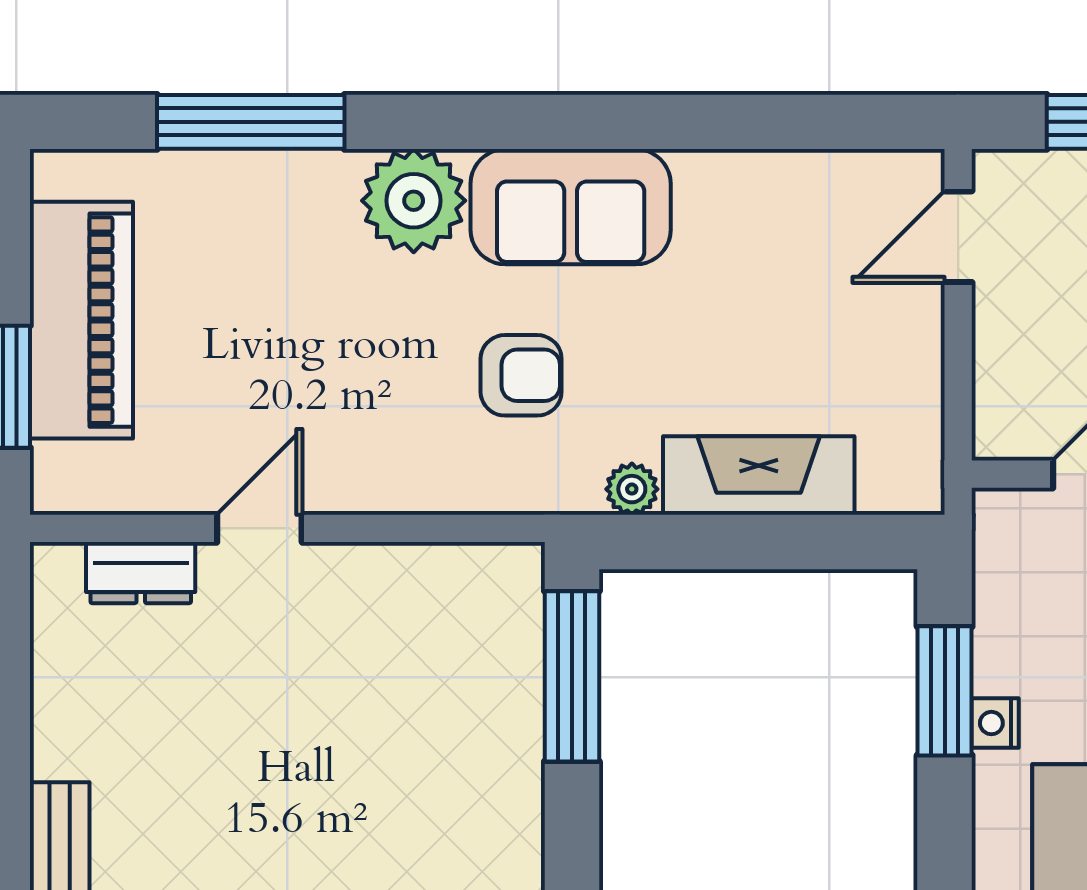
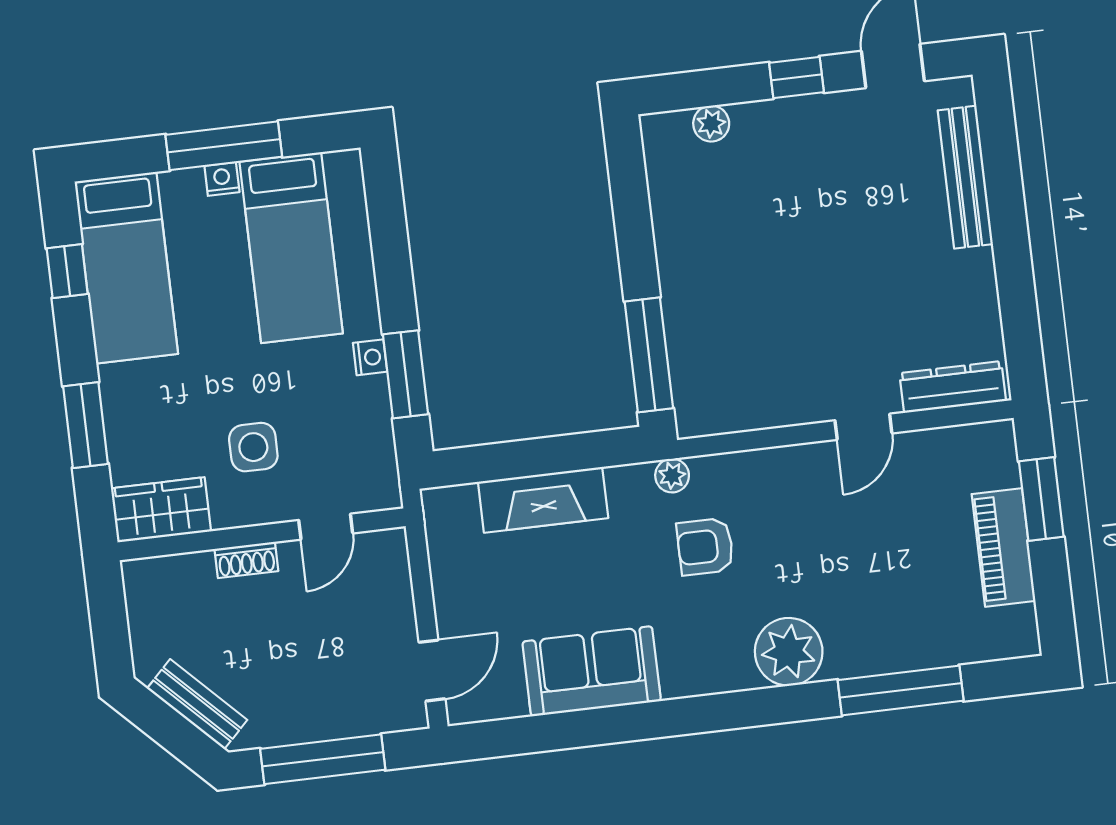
sofa: (571, 207) -> (592, 671), moved
piano: (81, 320) -> (1004, 547), width x0.73, depth x0.75
plant: (632, 489) -> (672, 476), moved
dresser: (141, 573) -> (953, 387), width x1.44

